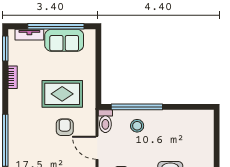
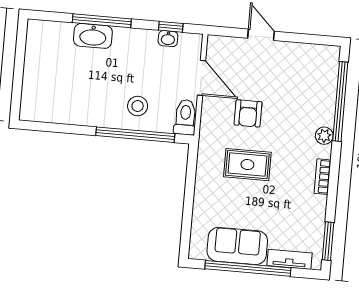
bookcase: (13, 77) -> (322, 177), moved
rug: (62, 94) -> (247, 165), width x0.73, depth x0.70
plant: (14, 117) -> (324, 136), added

